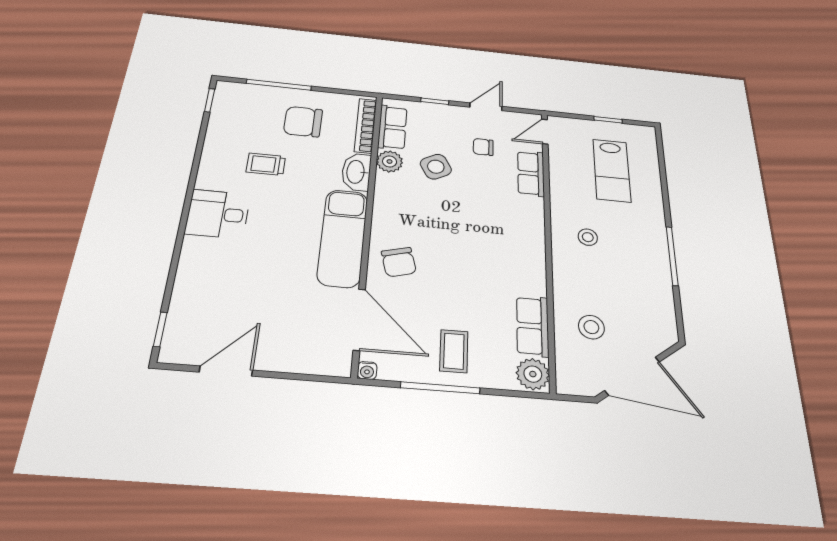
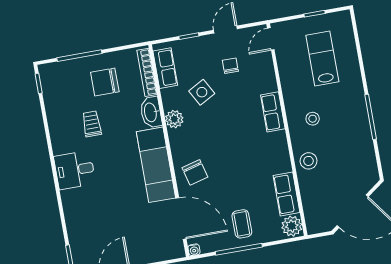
chair: (483, 147) -> (230, 66), turned 90
plant: (390, 161) -> (174, 119), moved
trolley: (266, 164) -> (92, 124), turned 90
lab bench: (612, 170) -> (322, 58), turned 180
row of seats: (531, 173) -> (273, 112), moved
stool: (591, 327) -> (309, 161), moved

